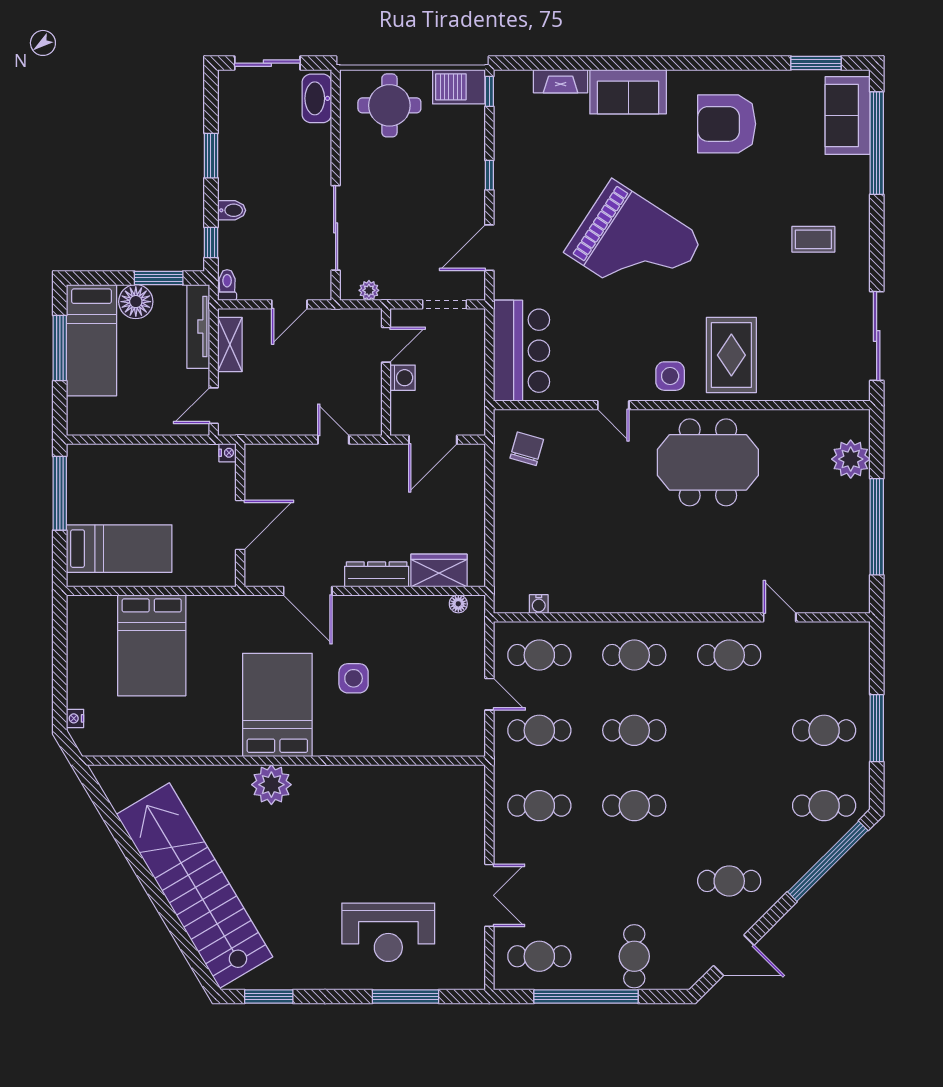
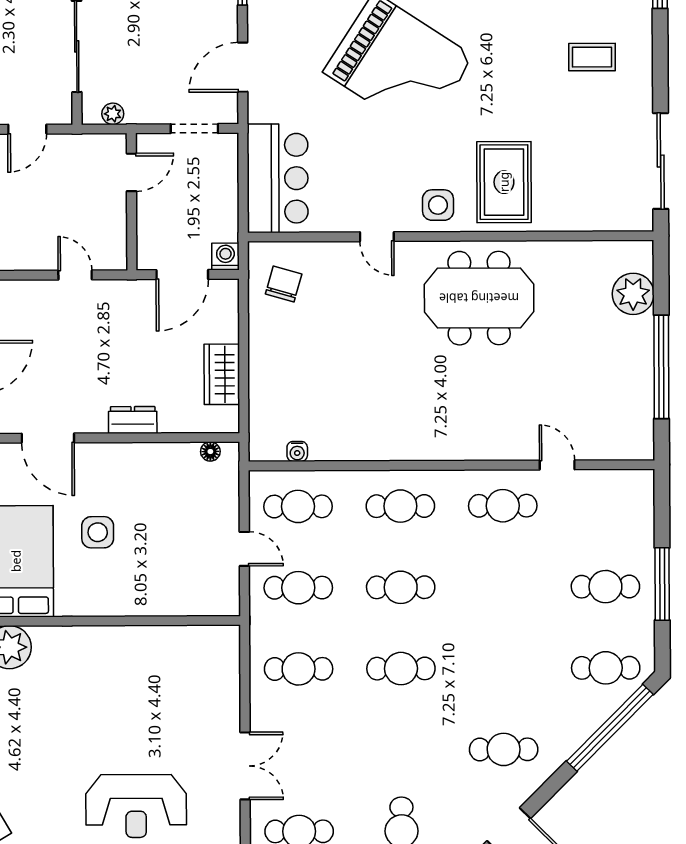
washing machine: (403, 378) -> (225, 257), moved, turned -90
wardrobe: (439, 571) -> (222, 374), moved, turned -90
dresser: (377, 574) -> (133, 420), width x0.70

